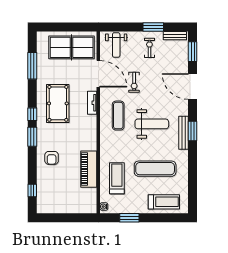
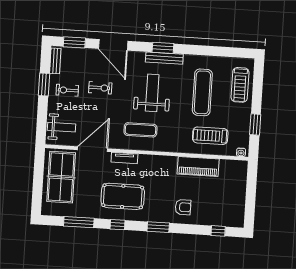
exercise bike: (134, 82) -> (100, 88), moved
door: (193, 86) -> (113, 45), hinge flipped
window: (32, 114) -> (117, 225), moved
treadmill: (164, 202) -> (240, 85), turned 180

